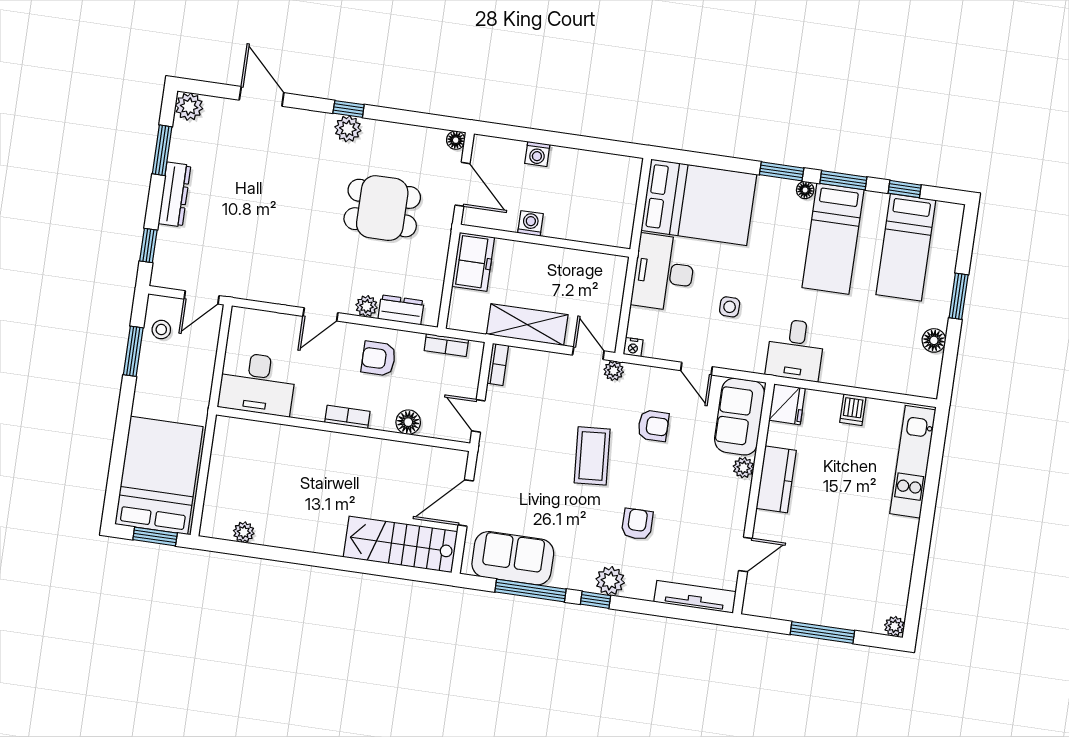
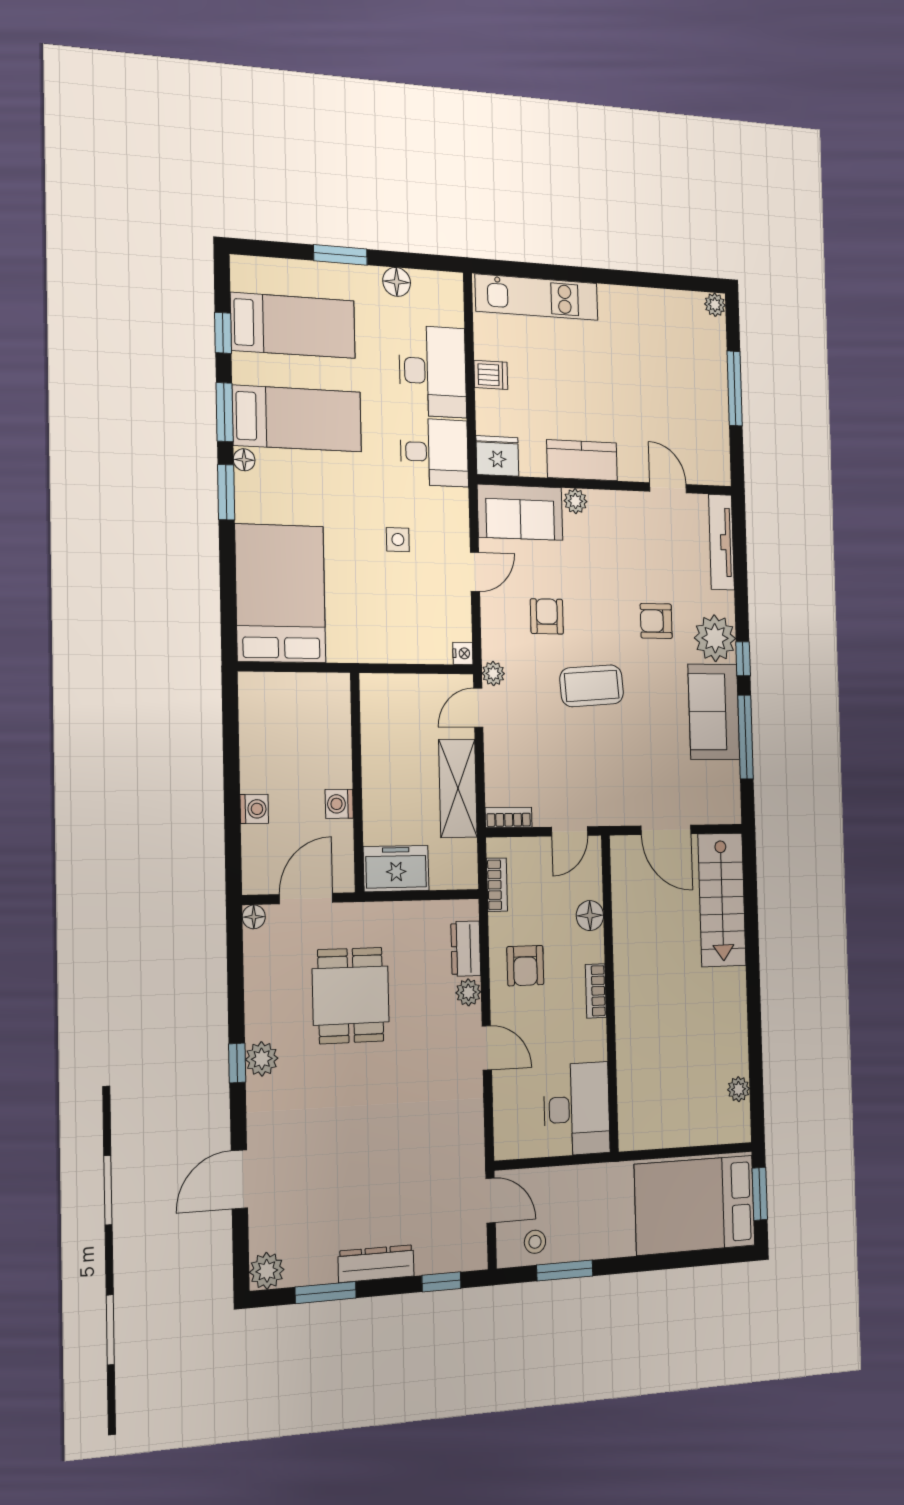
desk: (664, 273) -> (433, 371), moved, turned -90
sofa: (513, 558) -> (714, 712), moved
plant: (610, 581) -> (715, 638), width x1.36, depth x1.36

